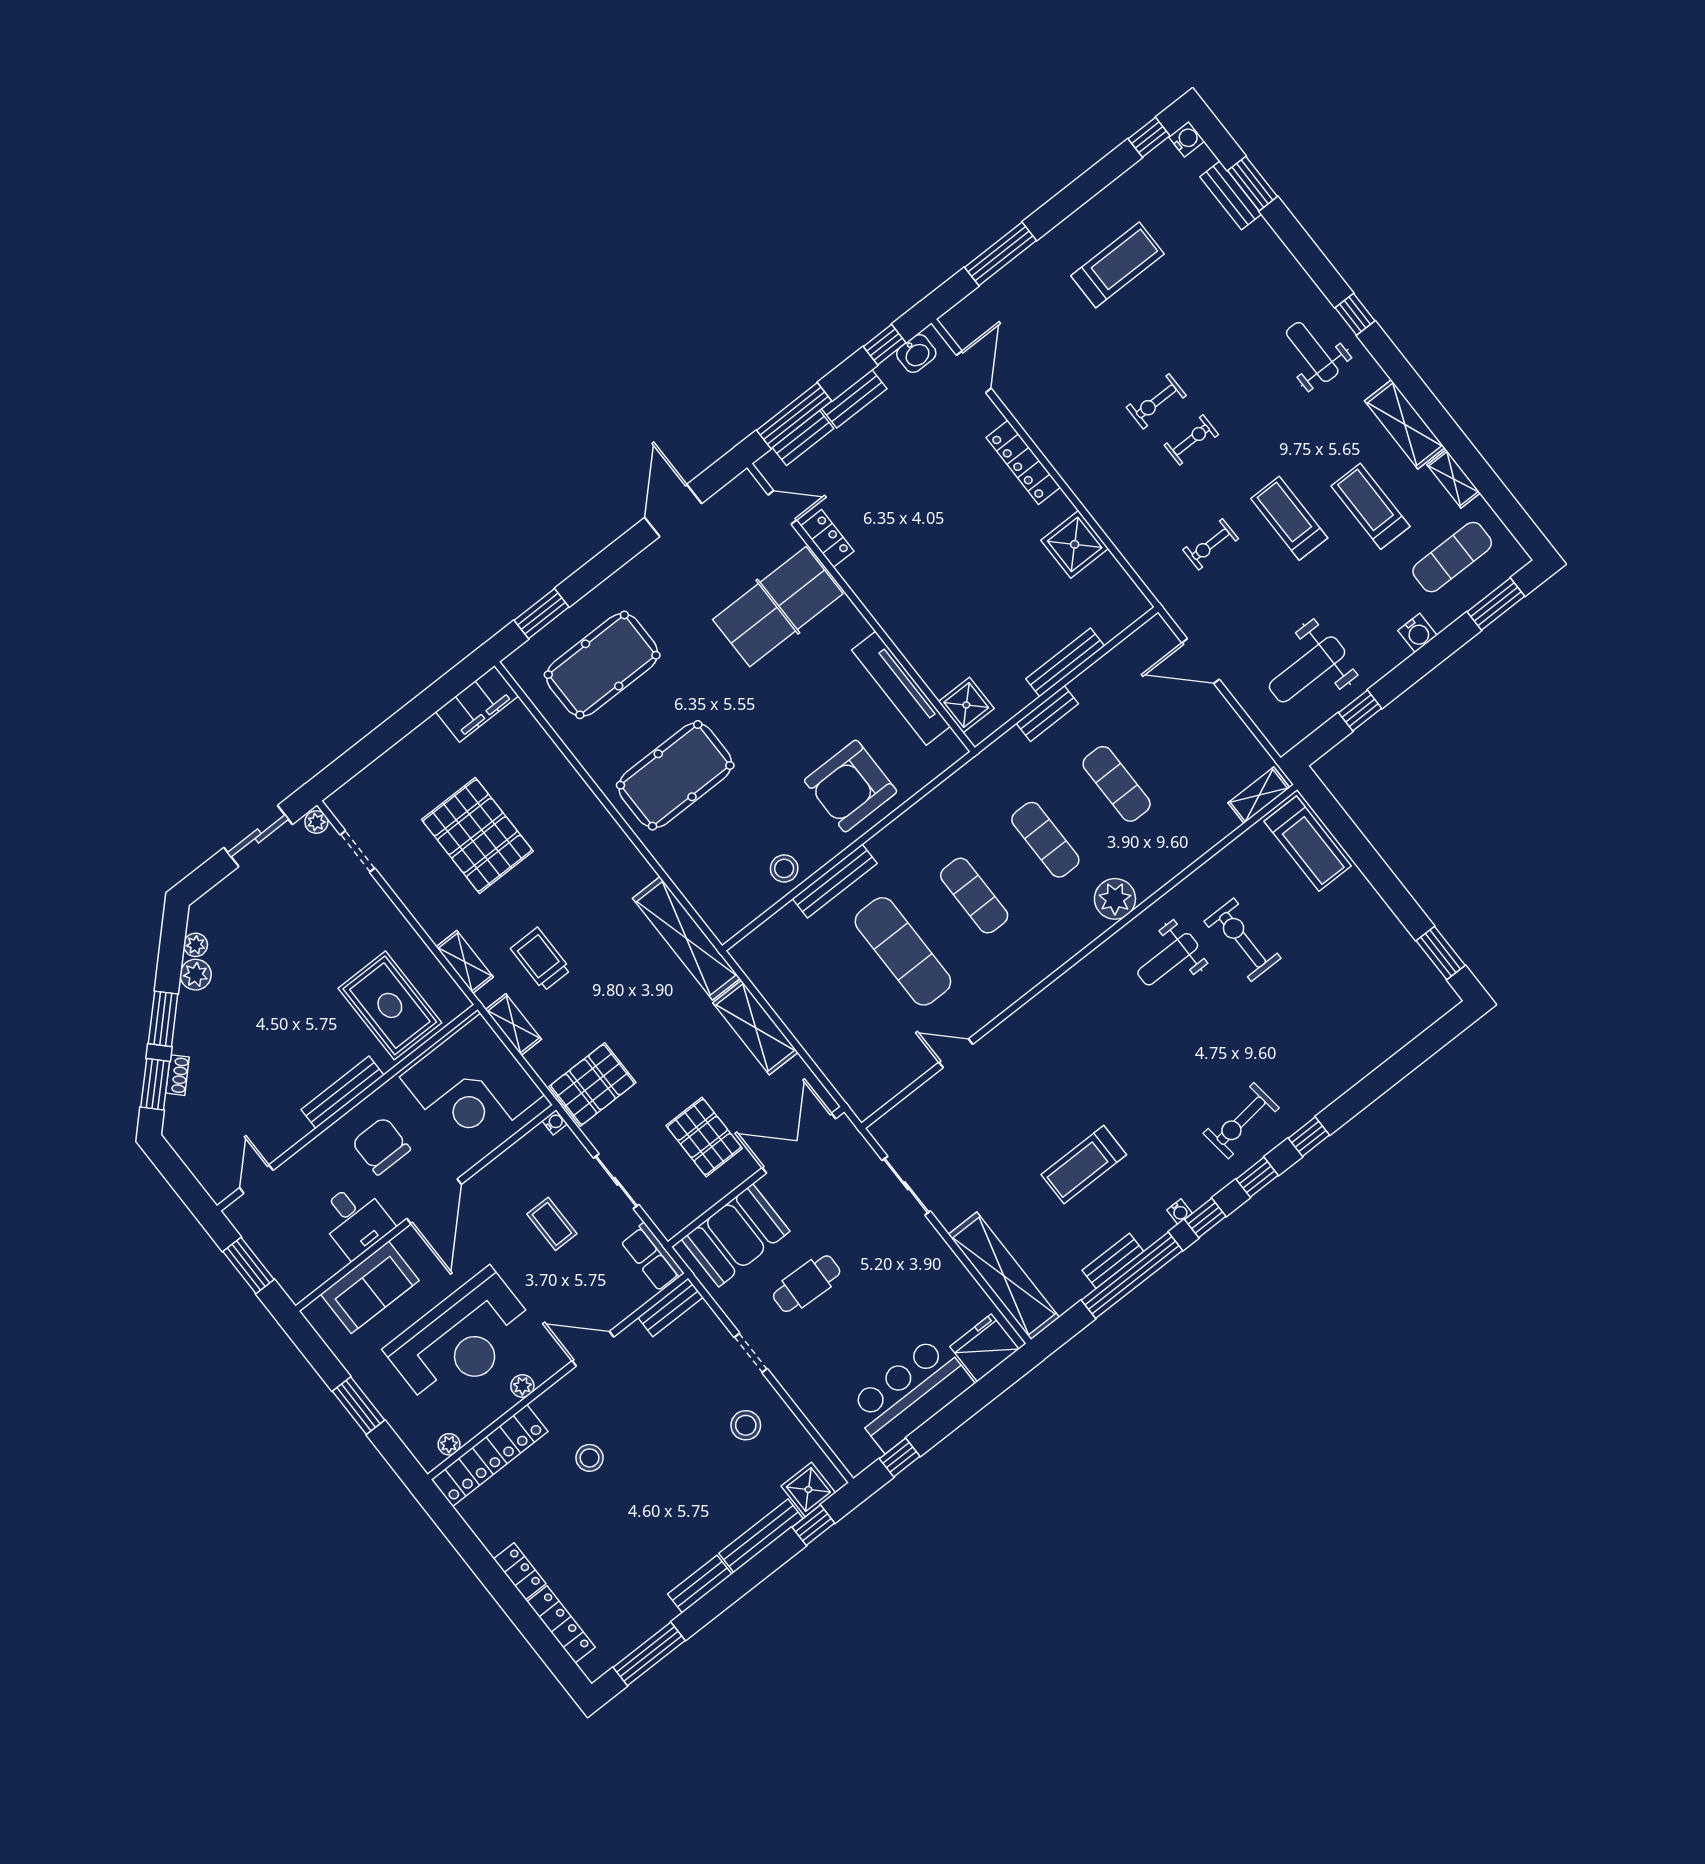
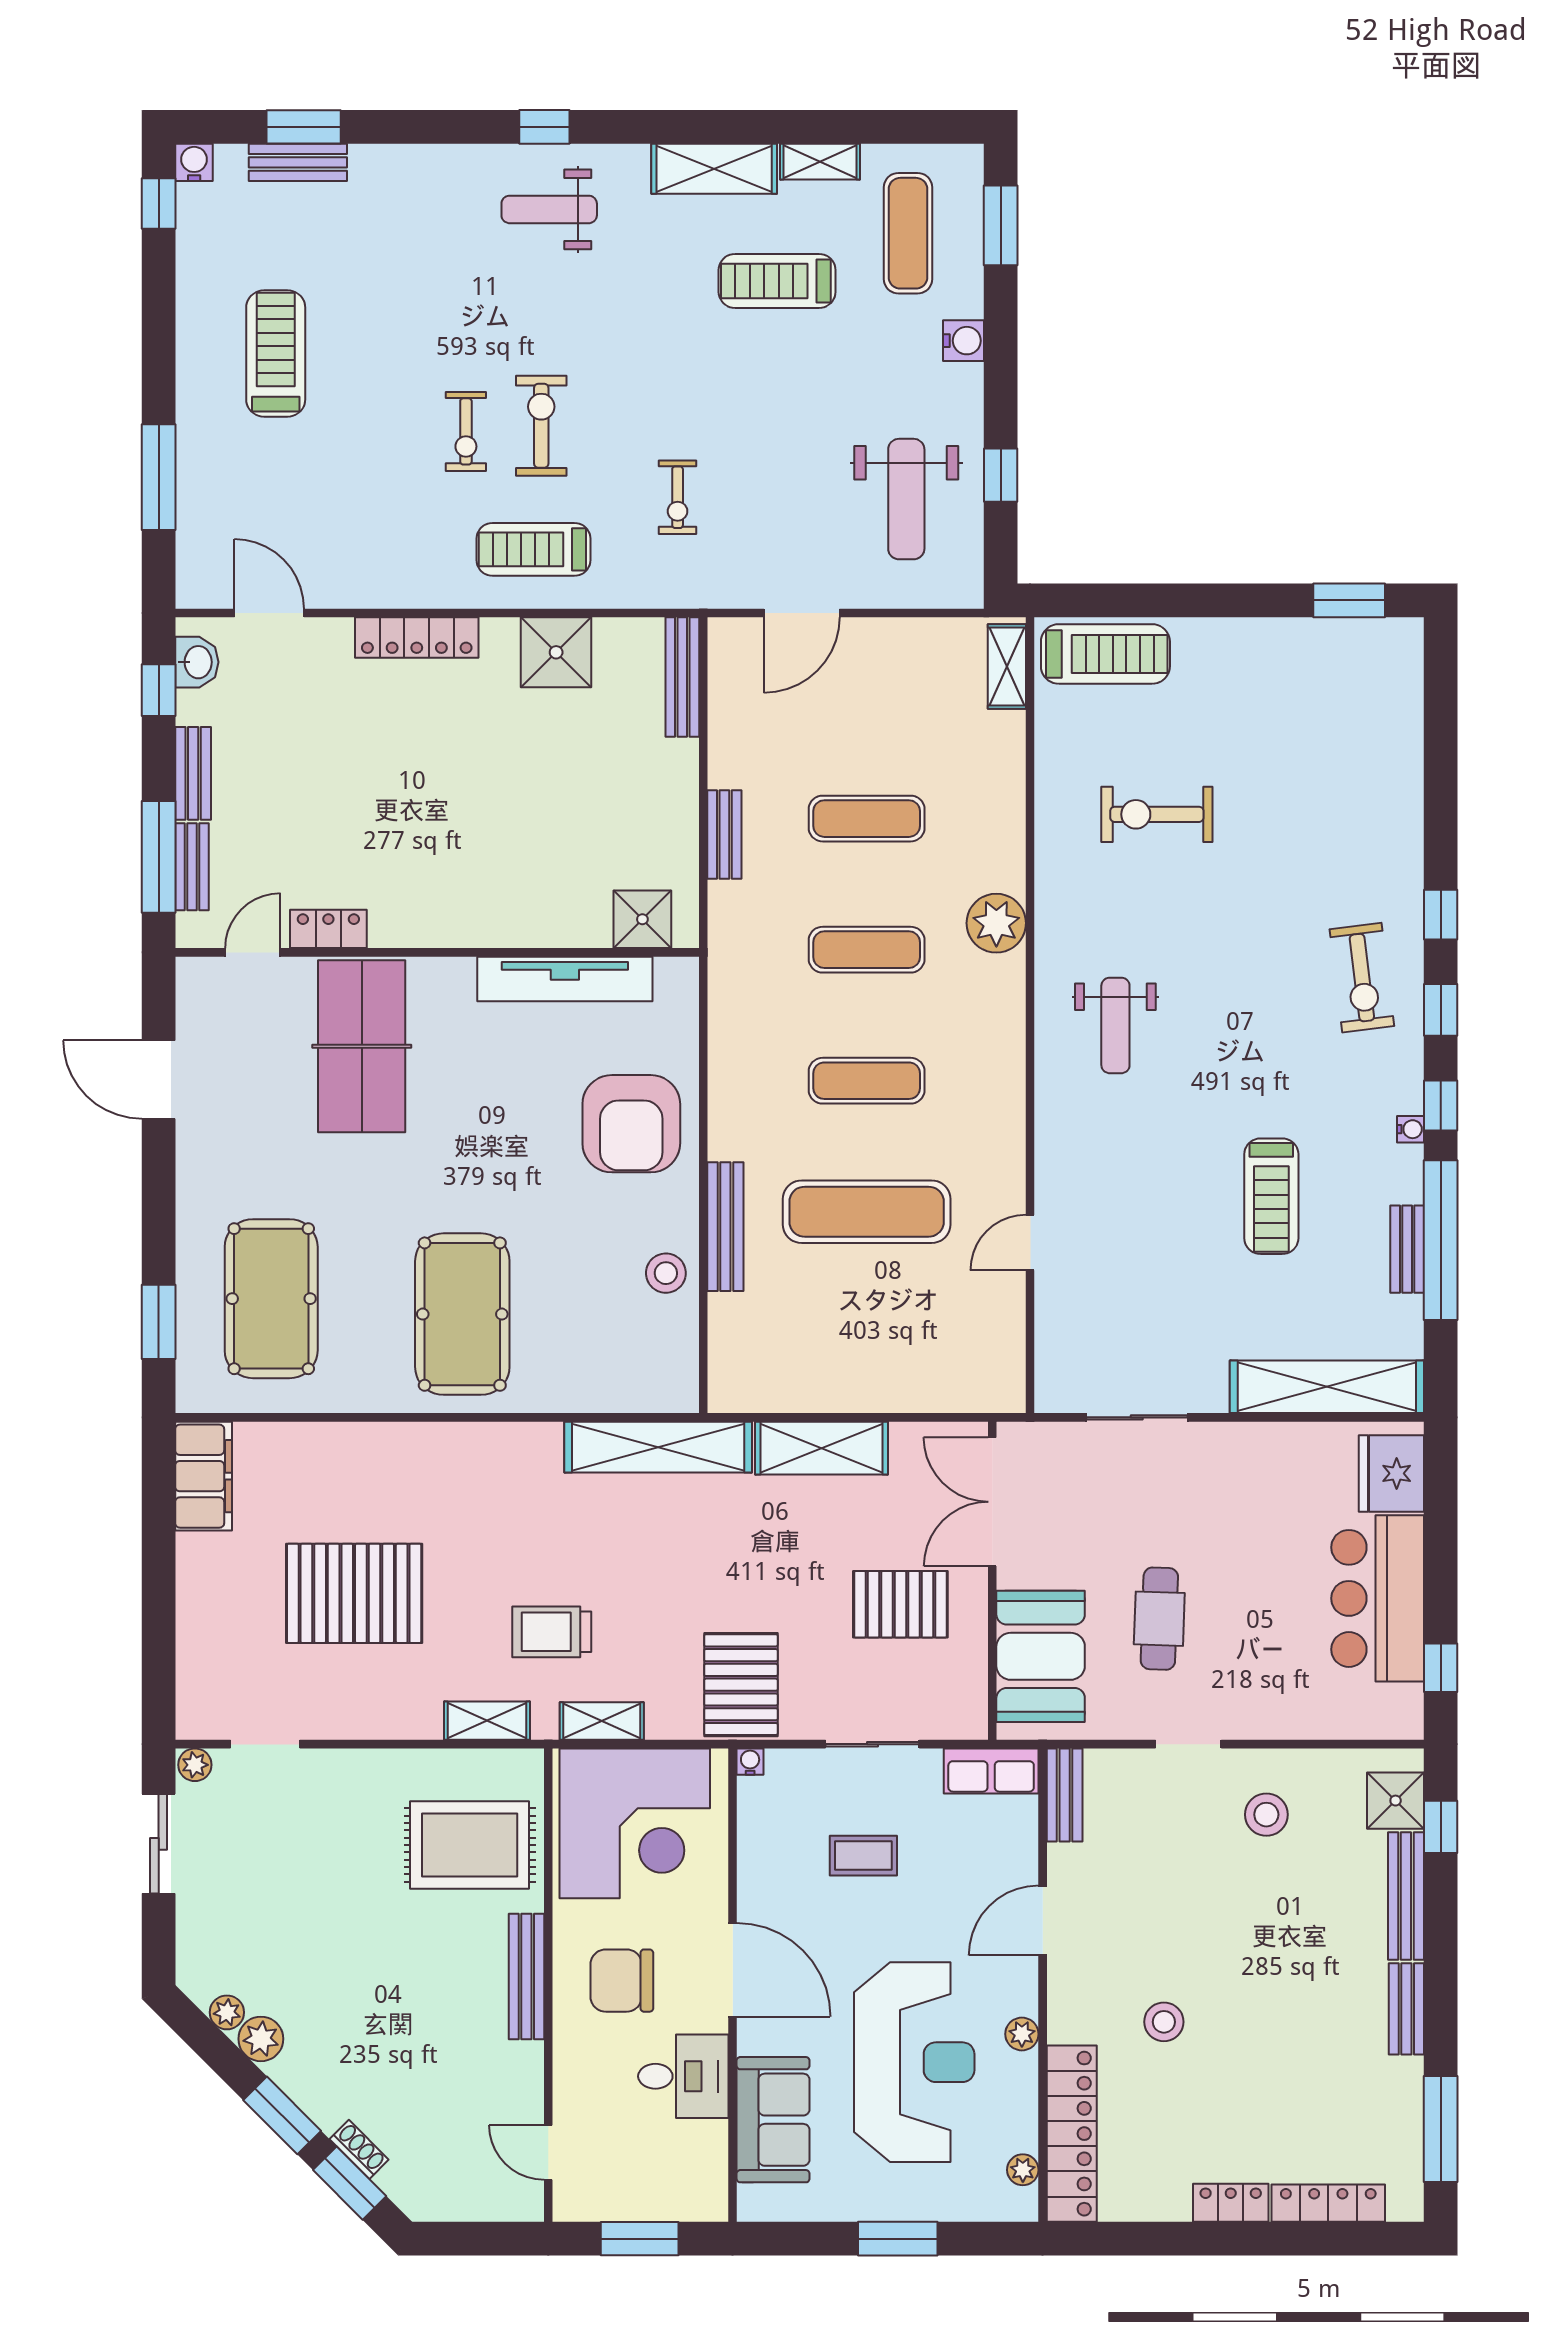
exercise bike: (1191, 440) -> (541, 426), width x1.38, depth x1.39
treadmill: (1289, 518) -> (533, 549), moved
bench: (1065, 662) -> (682, 677), moved
weight bench: (1168, 959) -> (1115, 1025), moved

